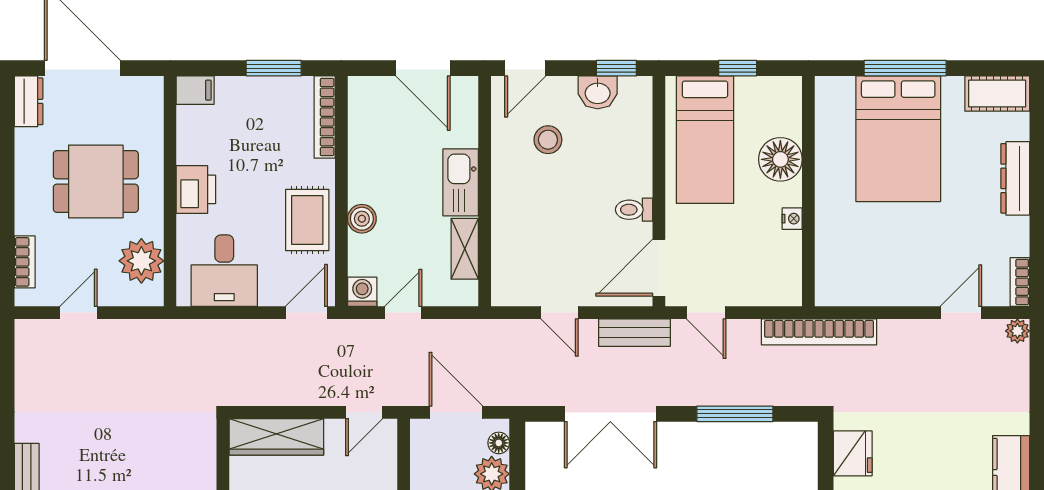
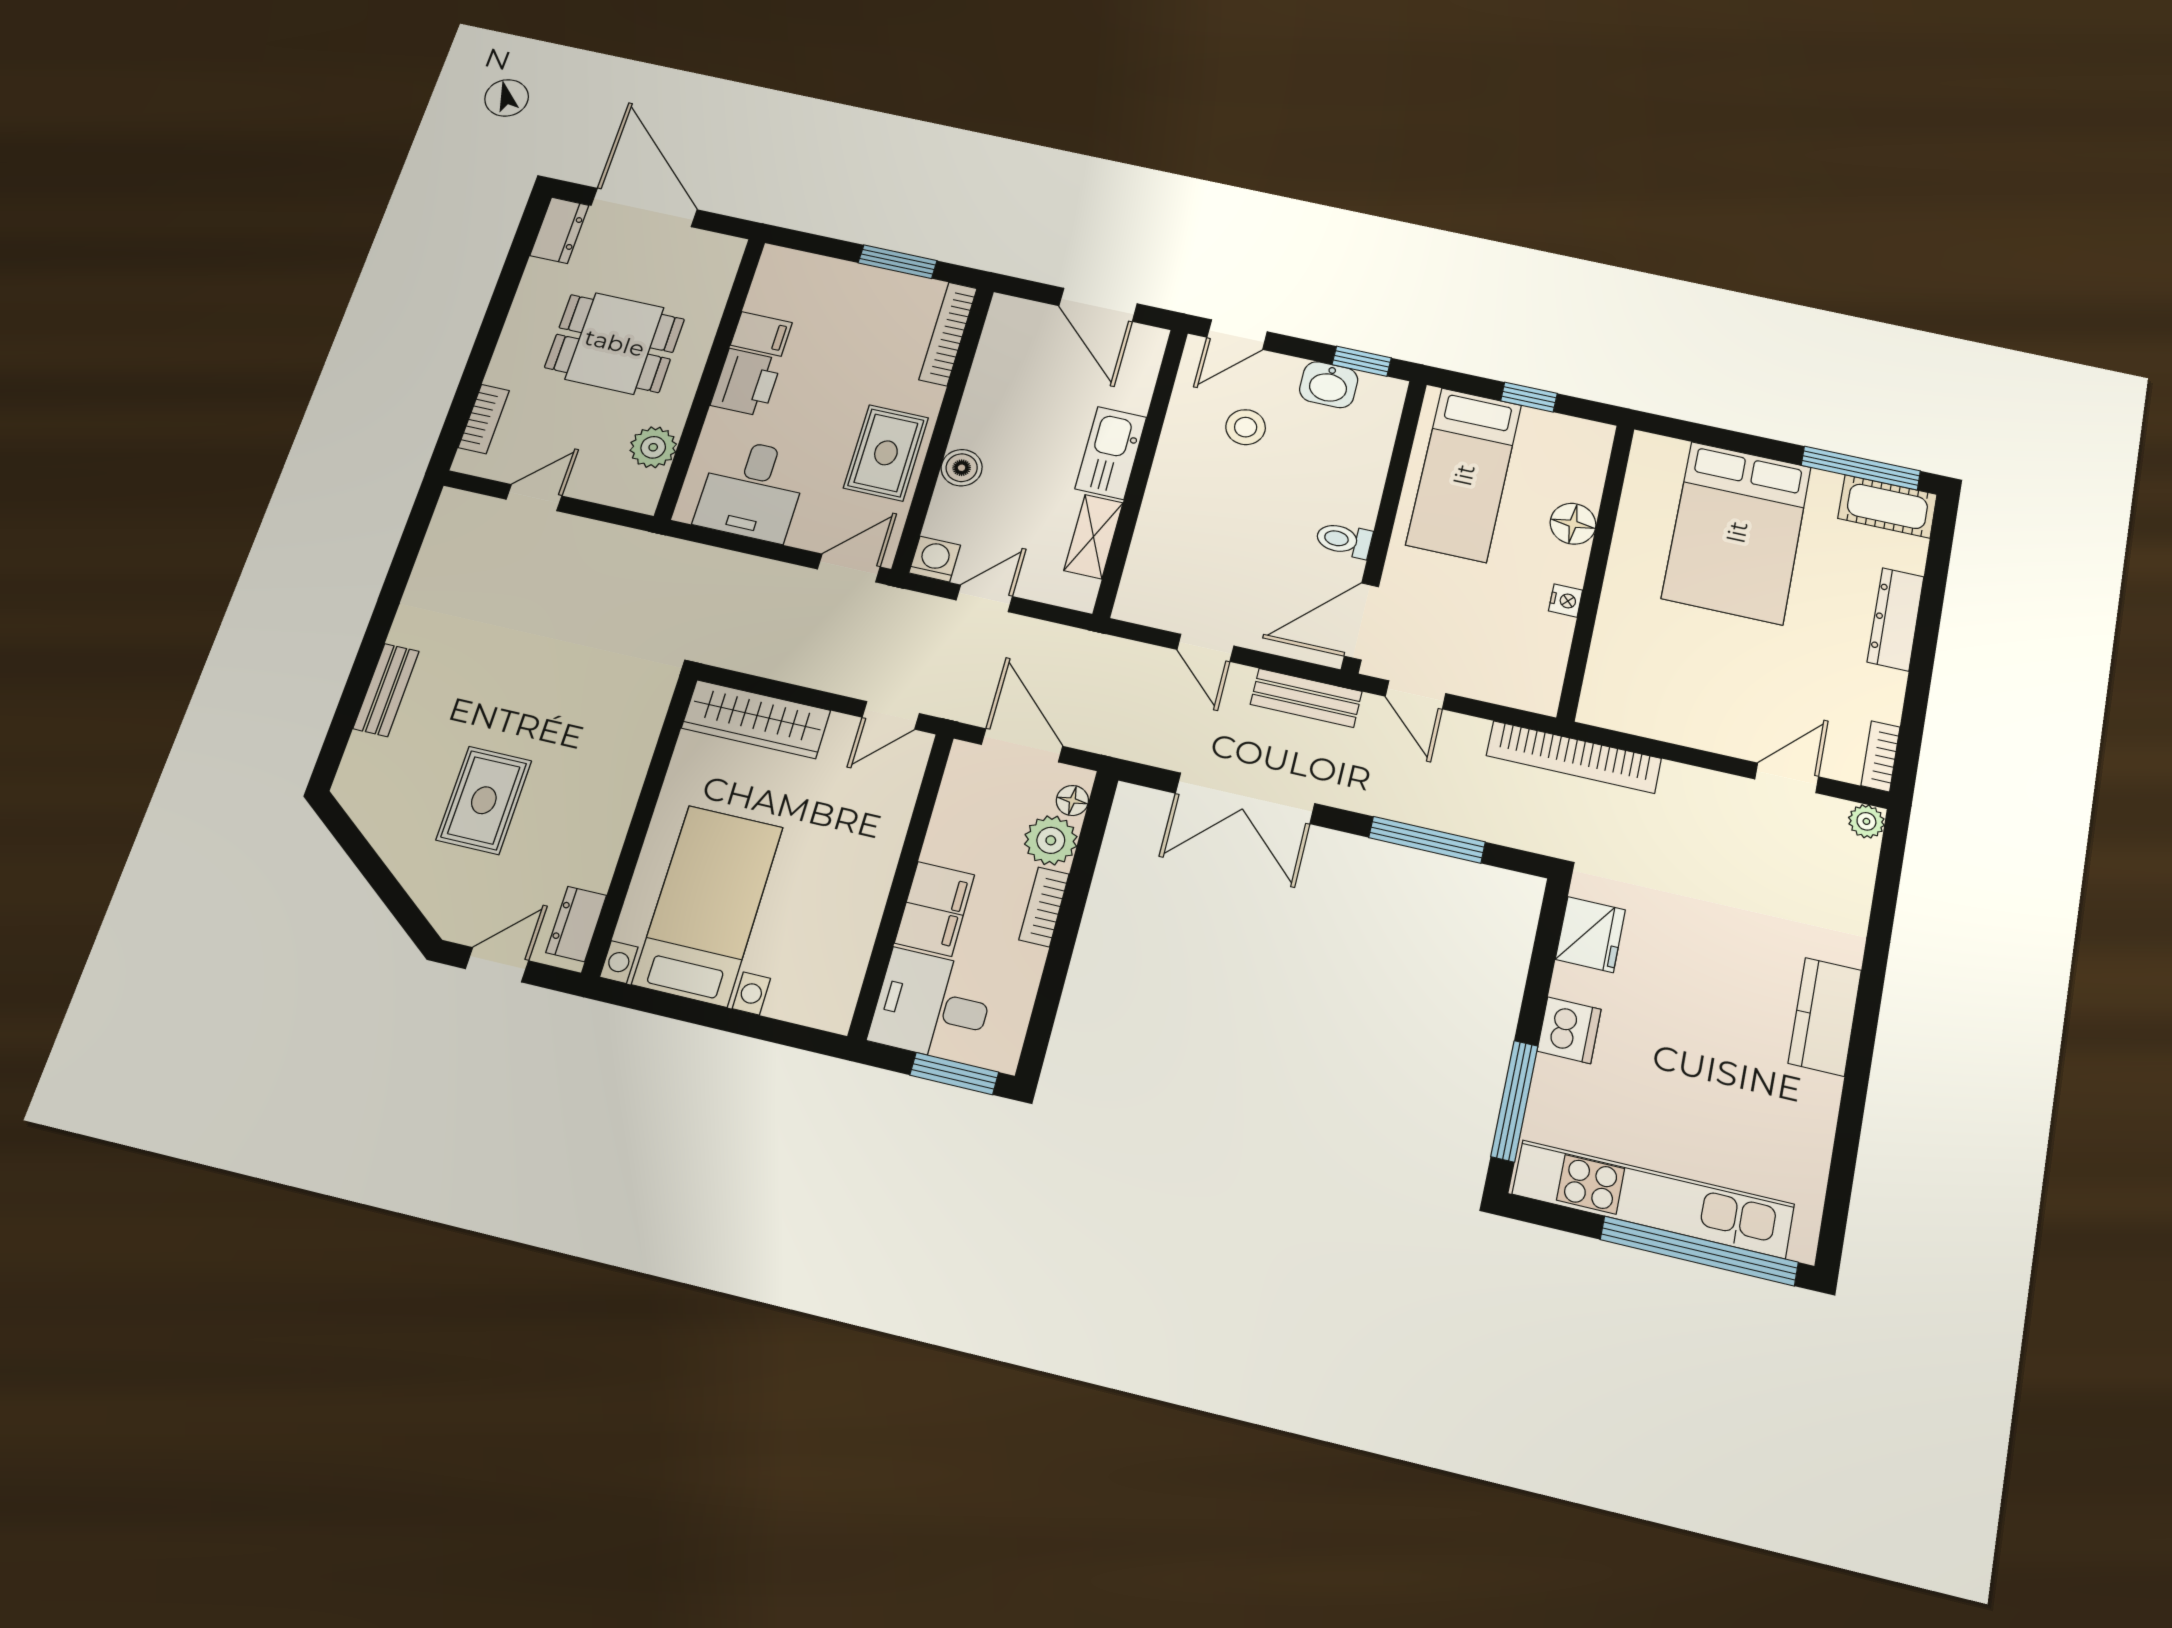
window: (905, 68) -> (1861, 468), moved
filing cabinet: (195, 90) -> (761, 334), moved
floor lamp: (780, 159) -> (1573, 524), width x0.73, depth x0.73
plant: (141, 261) -> (653, 447), width x0.73, depth x0.73

